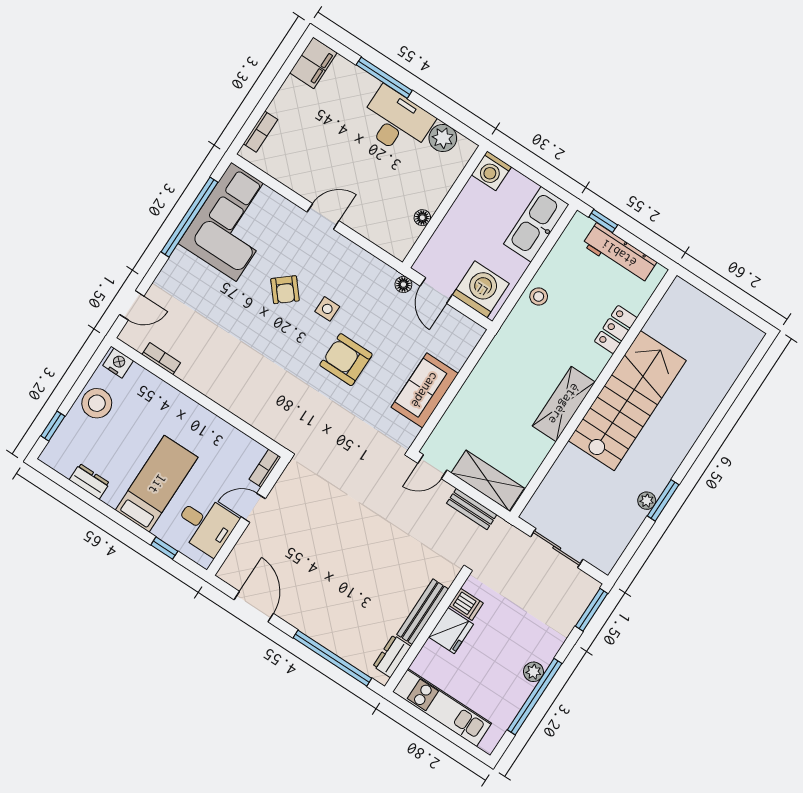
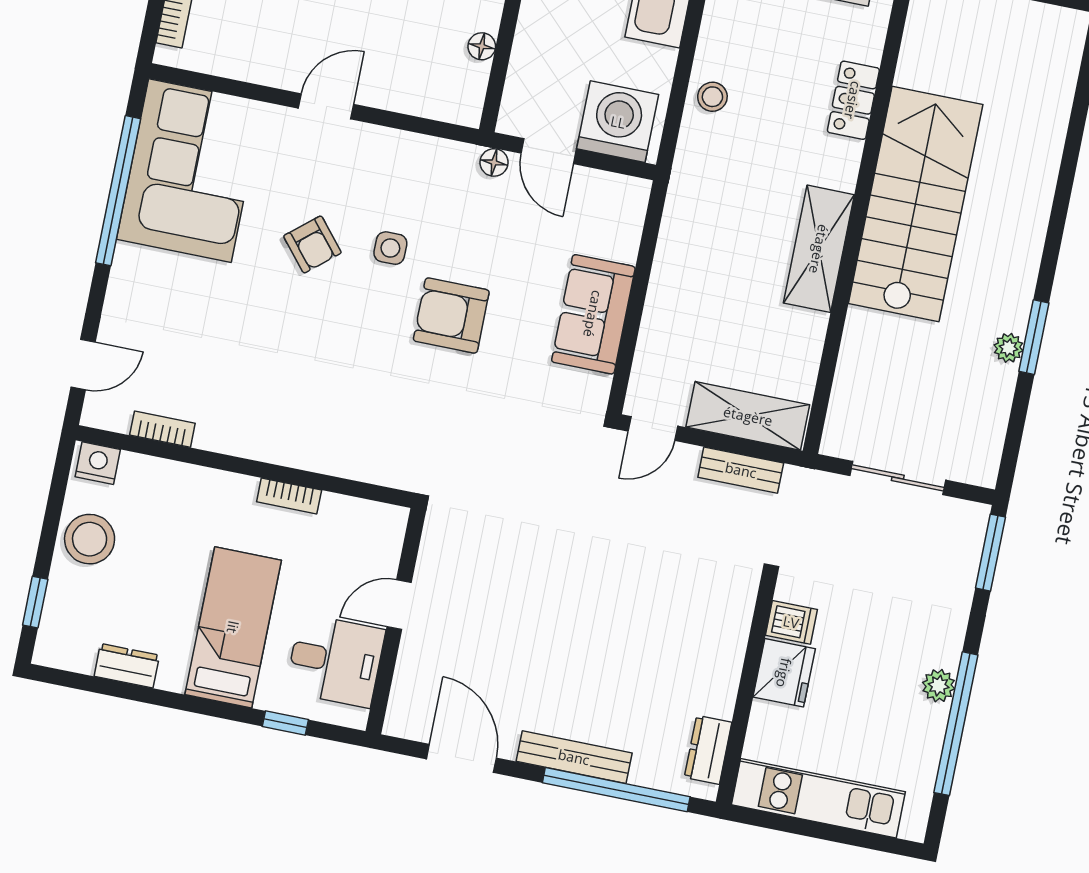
bookcase: (265, 468) -> (289, 496), moved, turned -90
bench: (423, 612) -> (574, 757), moved, turned 90

